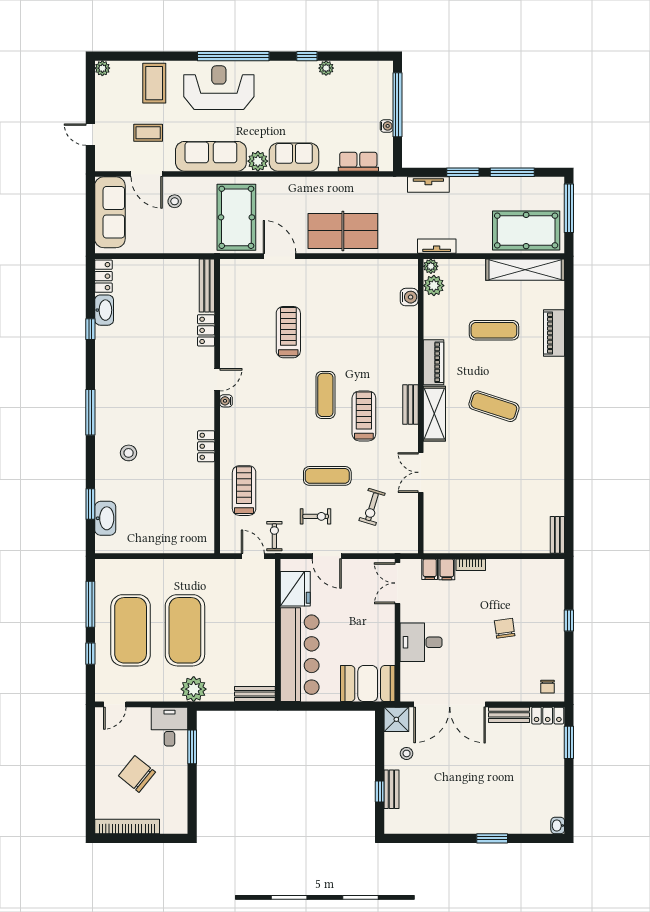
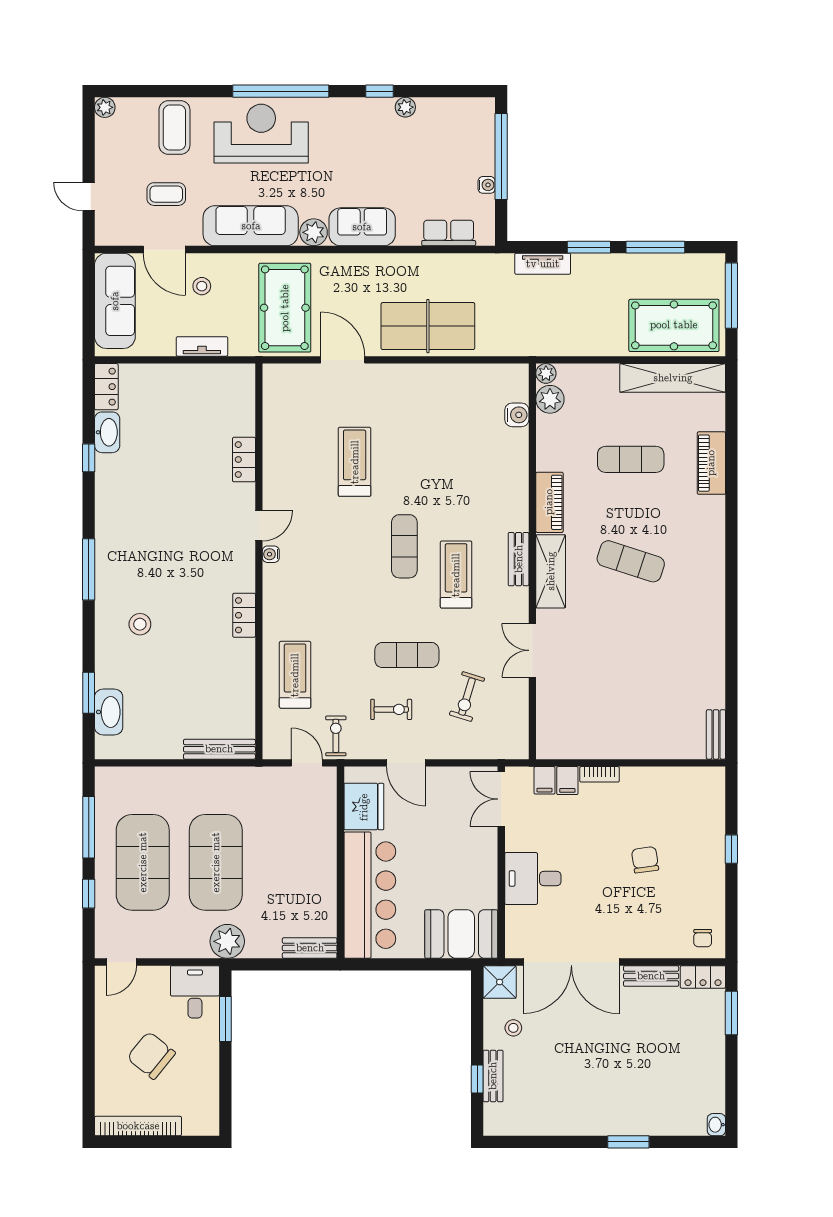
tv unit: (437, 246) -> (202, 346), moved
bench: (207, 286) -> (219, 749), moved, turned 90

